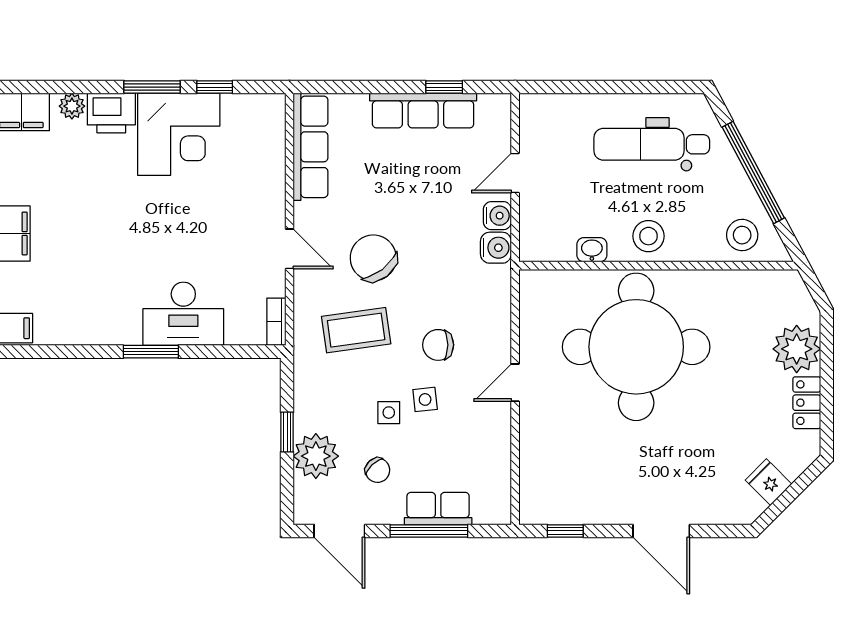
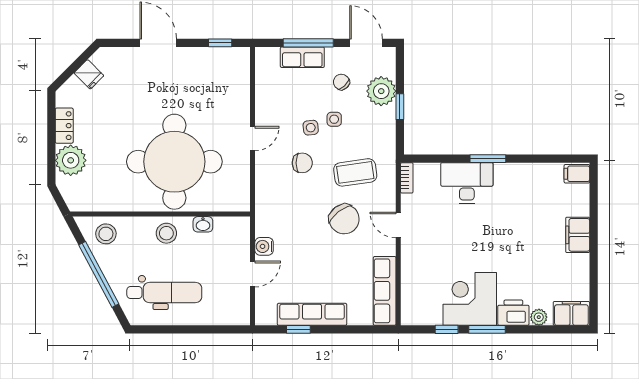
water cooler: (496, 248) -> (265, 226), removed

